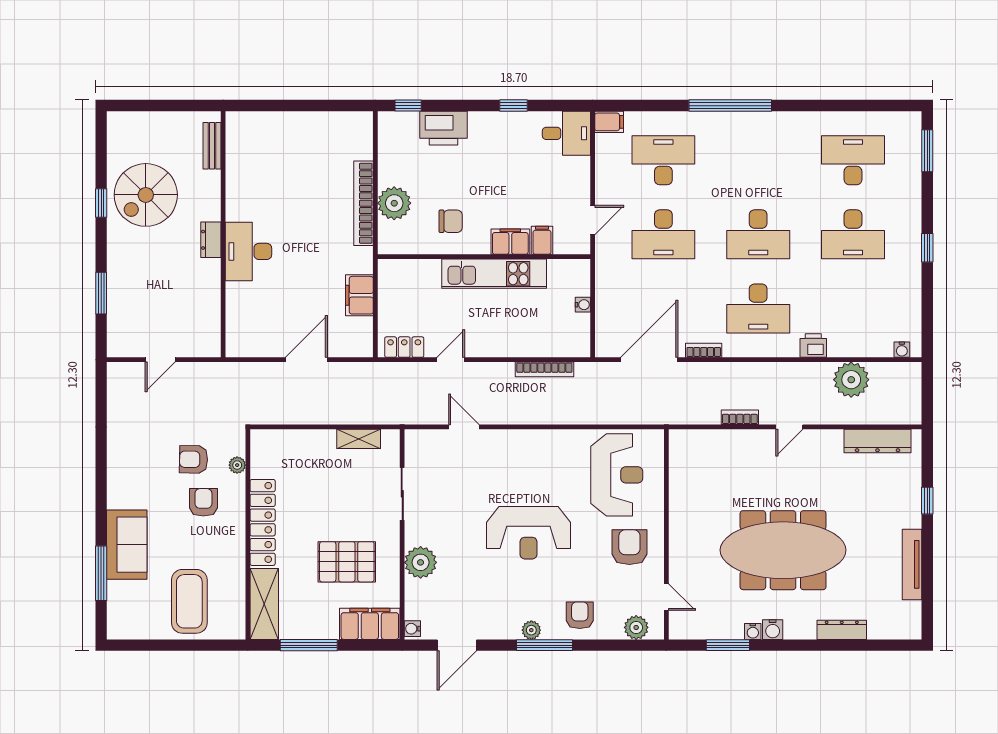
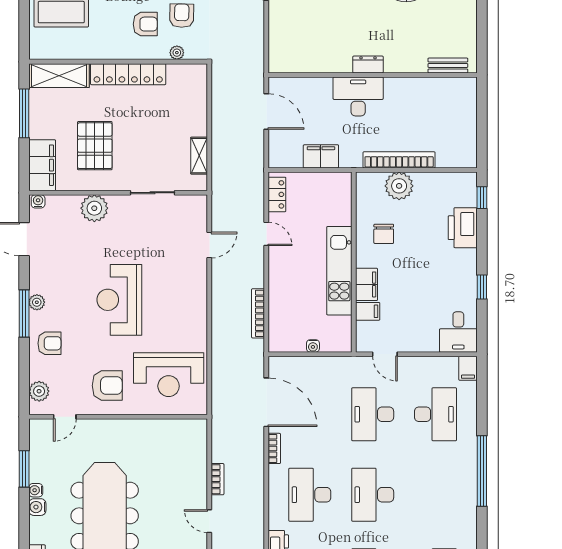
bench: (212, 146) -> (448, 65), moved
wall: (223, 234) -> (373, 75), moved
dresser: (211, 240) -> (368, 65), moved
desk: (248, 251) -> (358, 96), moved

